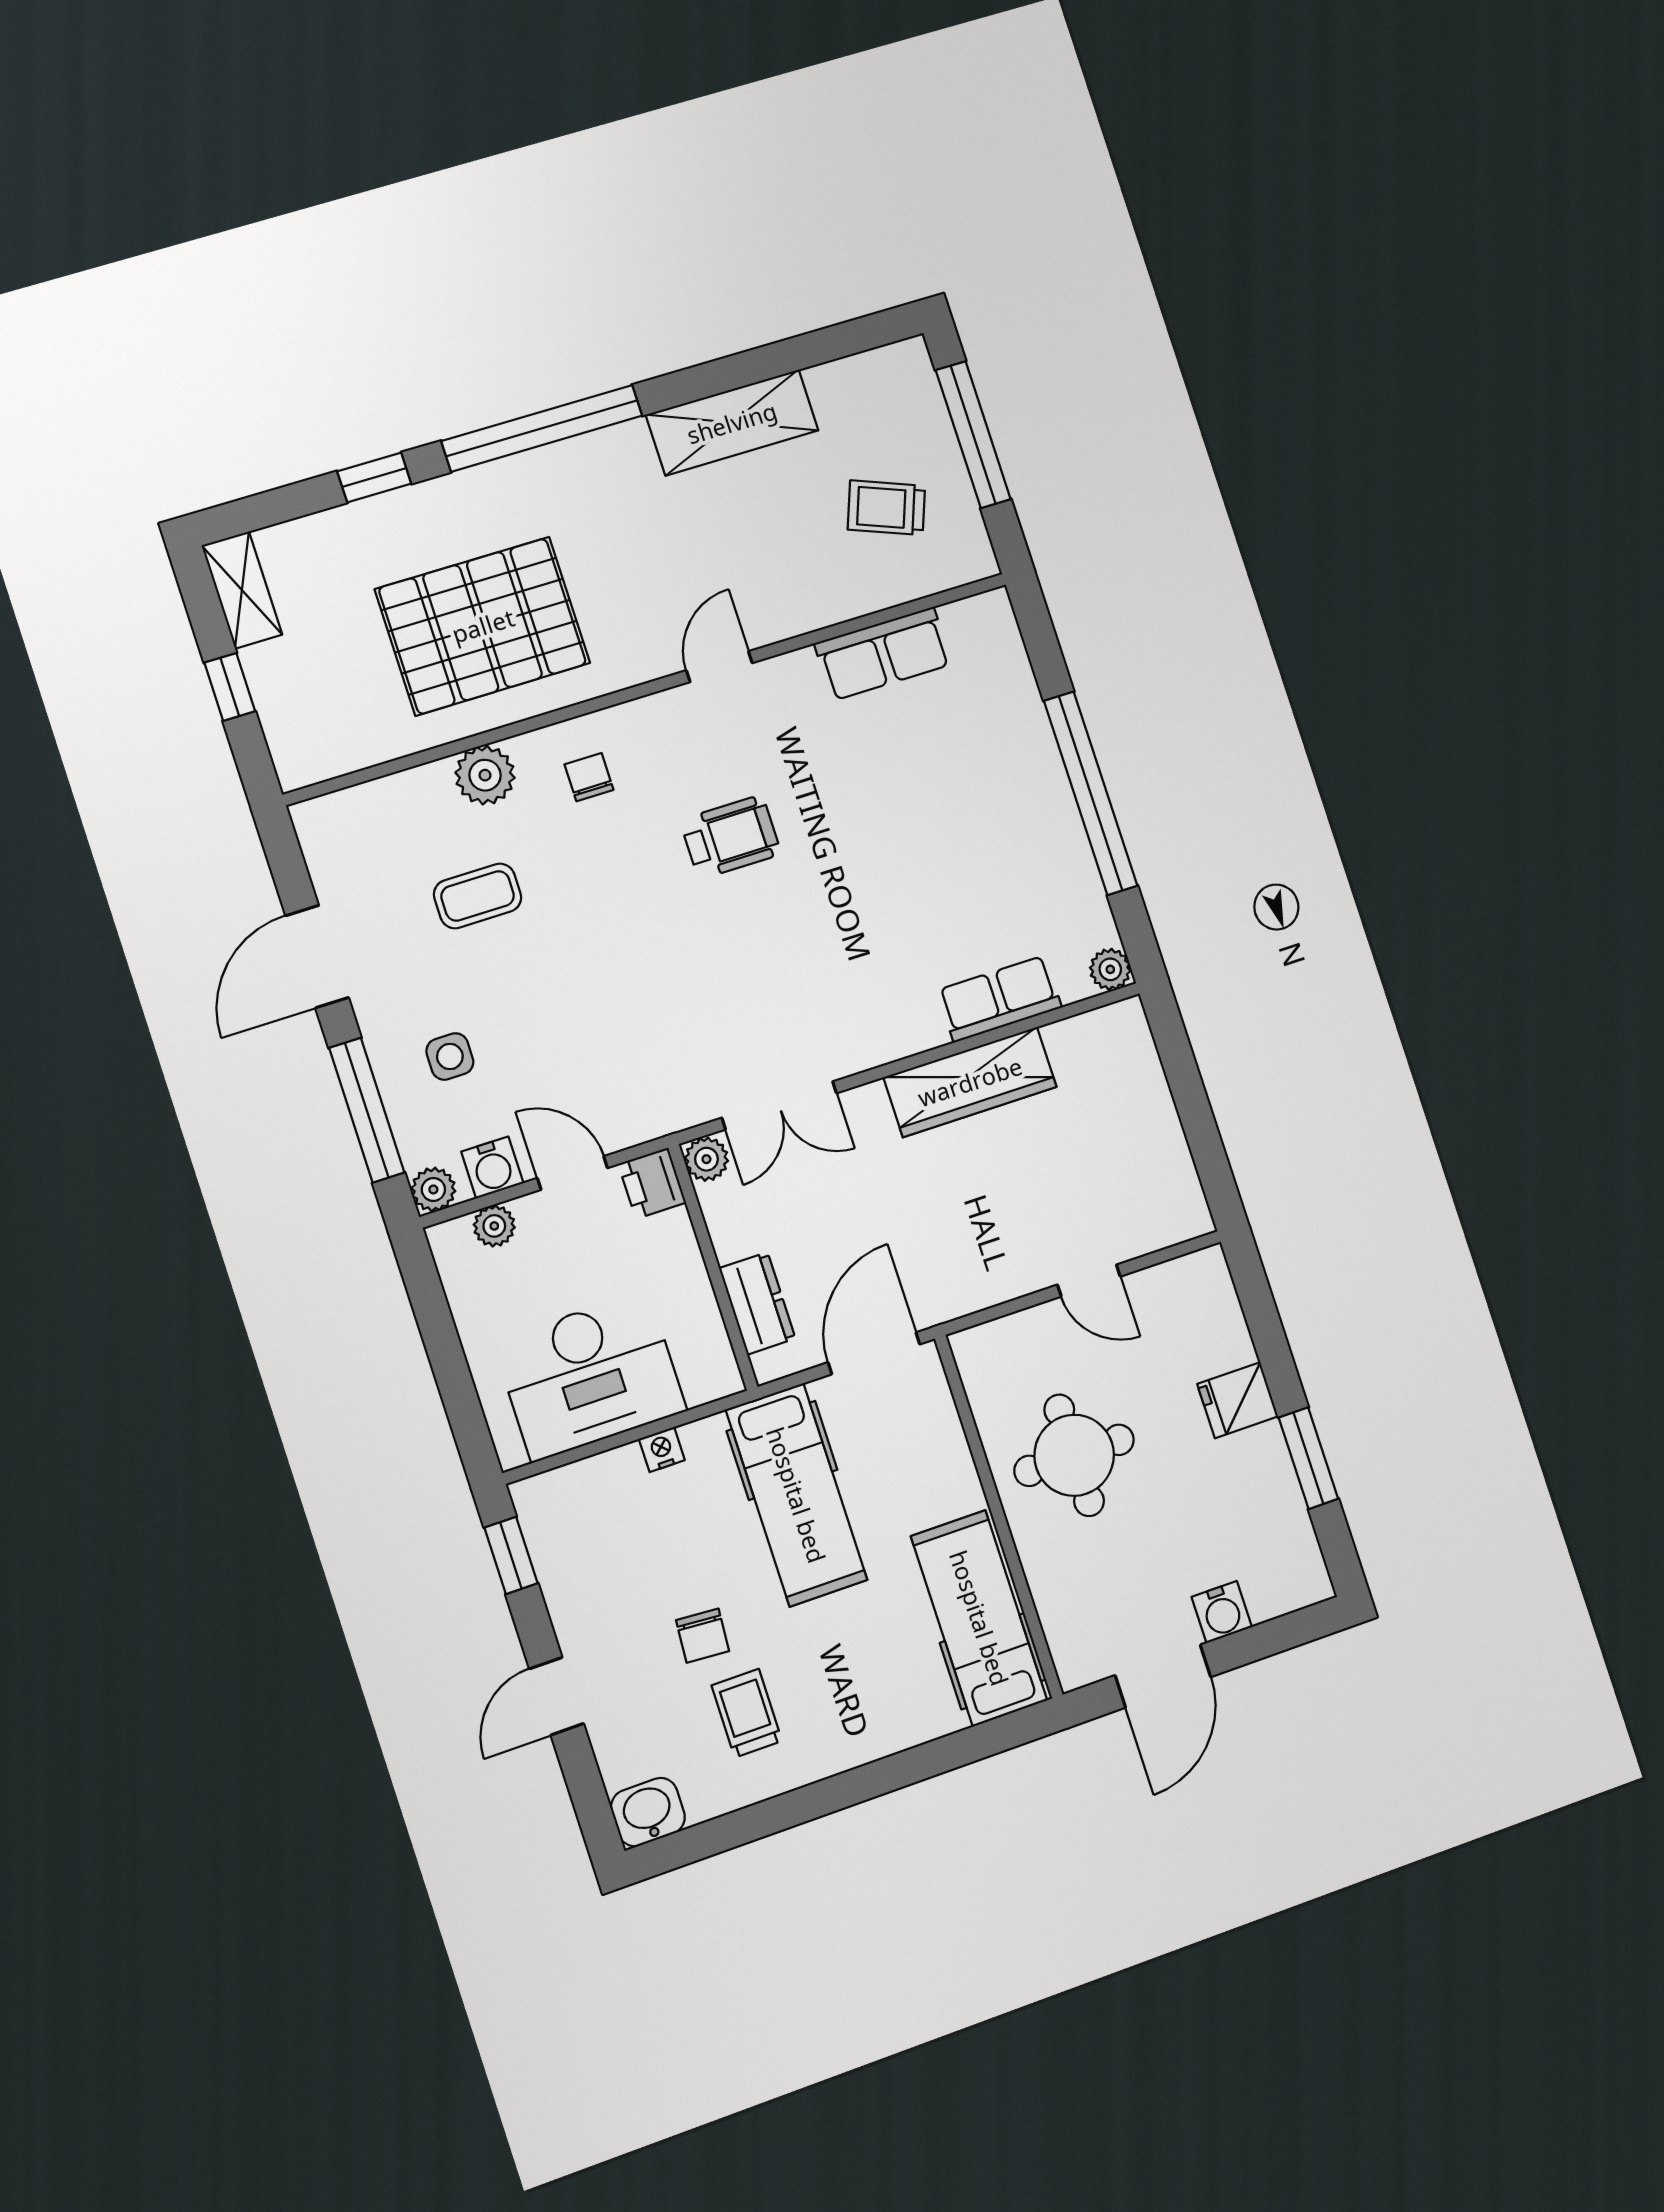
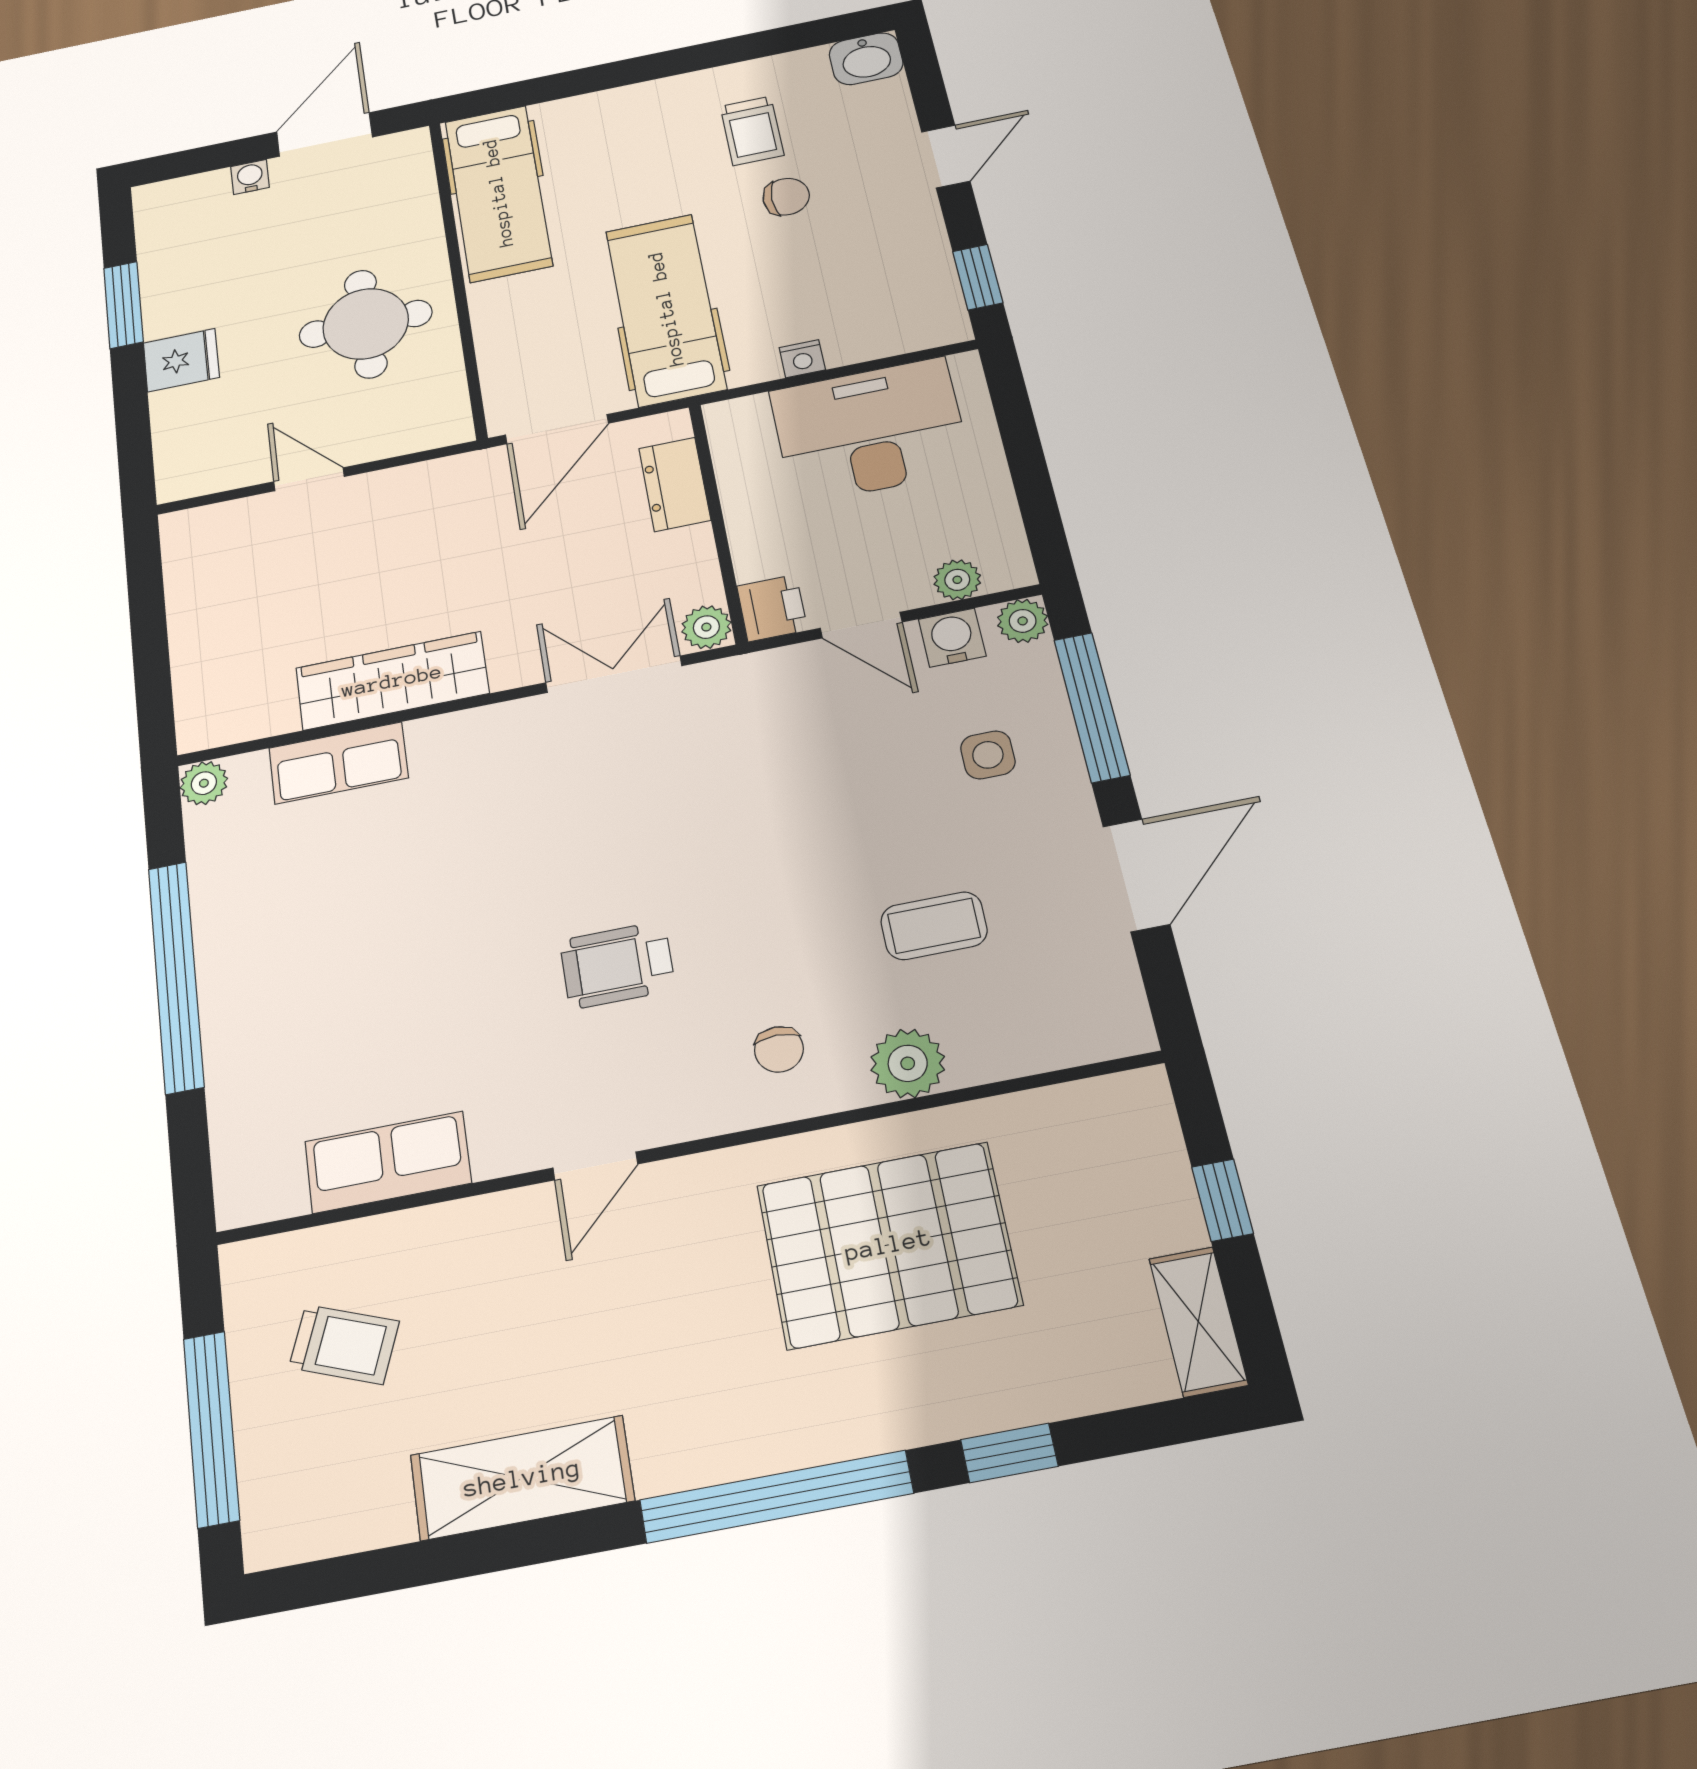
water cooler: (1222, 1612) -> (250, 177), width x0.72, depth x0.72
chair: (703, 1636) -> (786, 197), turned 86

